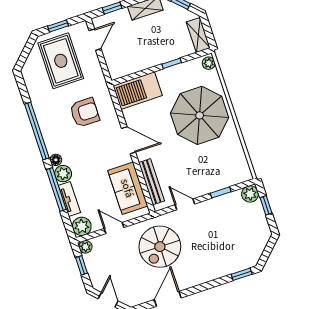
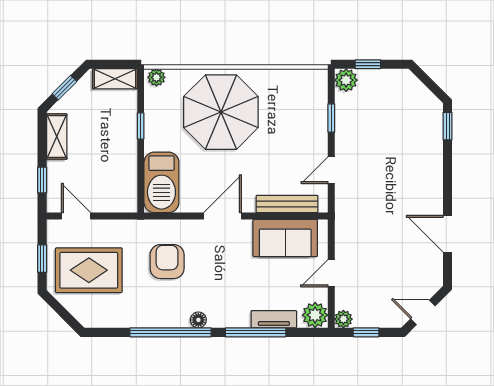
floor lamp: (56, 160) -> (198, 320), moved
plant: (63, 174) -> (238, 316), removed
spiral stairs: (160, 247) -> (376, 221), removed

